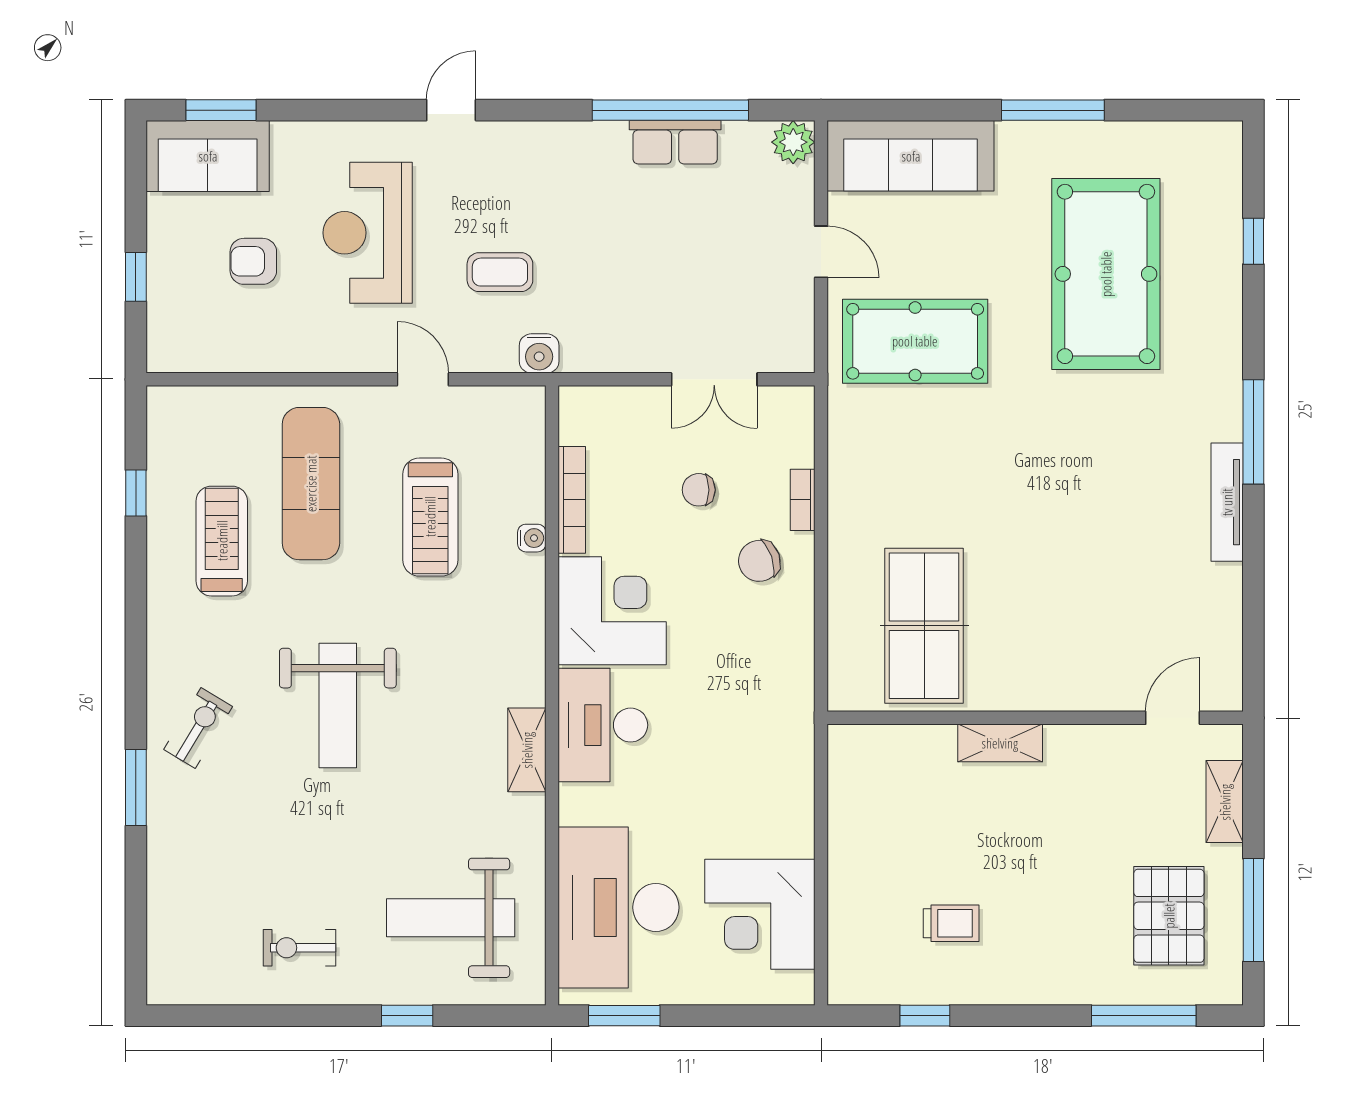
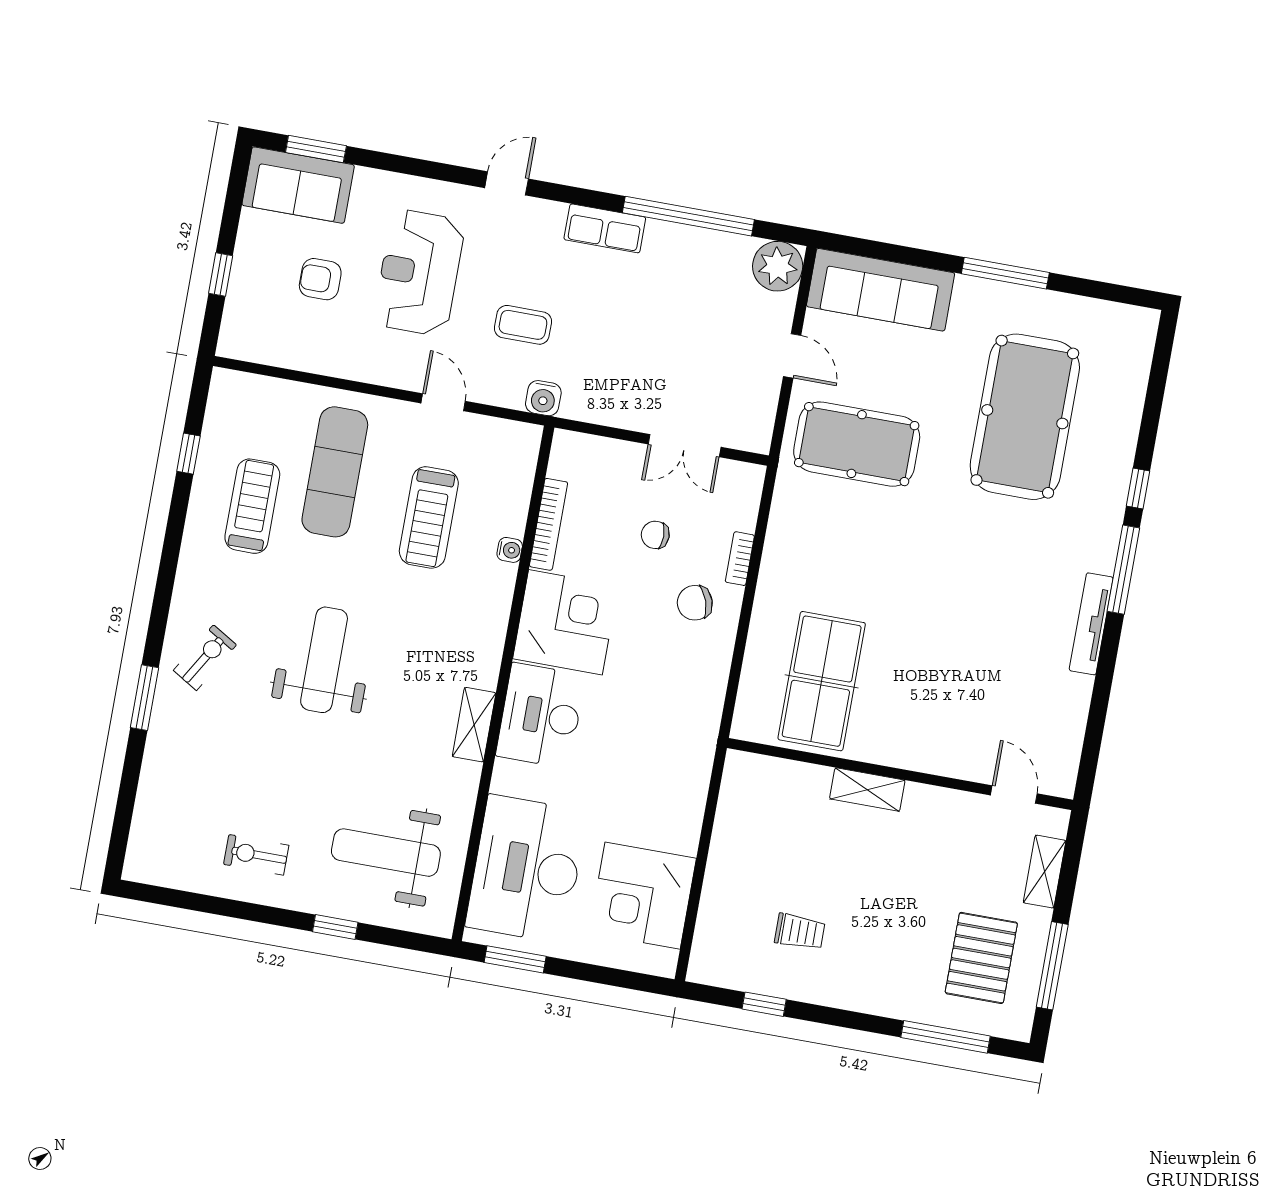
row of seats: (675, 142) -> (605, 228), moved
plant: (793, 142) -> (778, 266), width x1.36, depth x1.36
window: (1253, 241) -> (1138, 488), moved
weight bench: (338, 705) -> (324, 660), turned 180
door: (1173, 718) -> (1014, 794), hinge flipped

